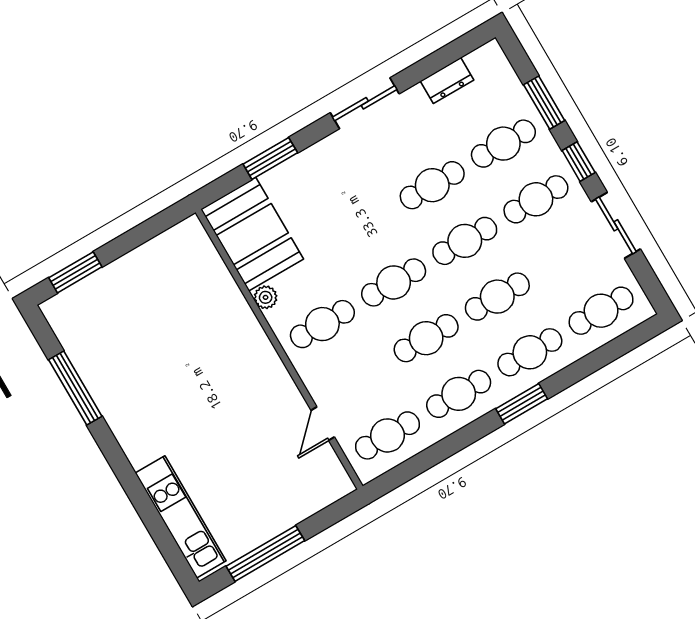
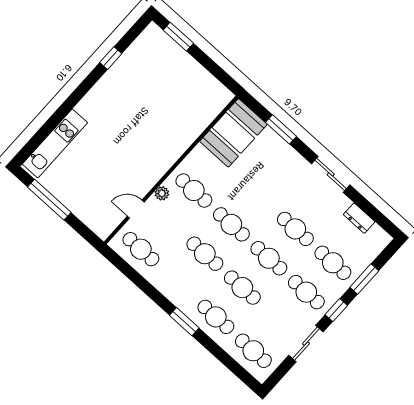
plant: (266, 297) -> (162, 193), moved
window: (75, 388) -> (111, 58), width x0.46
cafe table: (459, 394) -> (178, 283), removed

